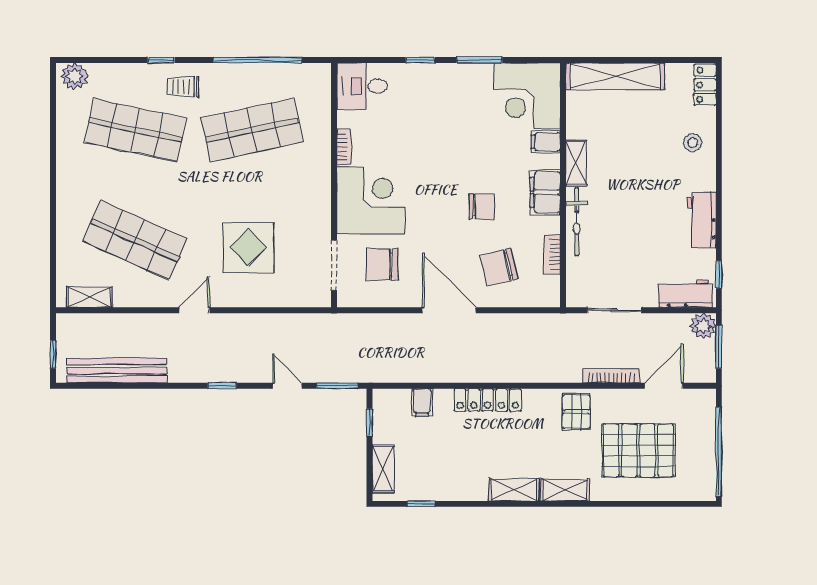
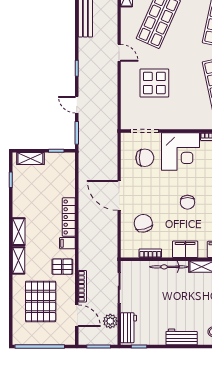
chair: (482, 206) -> (188, 202), moved
workbench: (702, 220) -> (182, 337), moved
chair: (382, 264) -> (145, 158), turned 90
door: (449, 310) -> (119, 195), swing flipped
plant: (703, 326) -> (110, 321), moved
door: (287, 386) -> (77, 105), swing flipped
filing cabinet: (422, 402) -> (67, 243), moved

